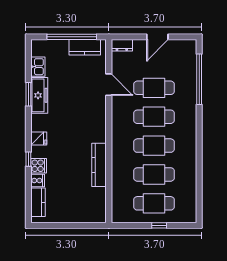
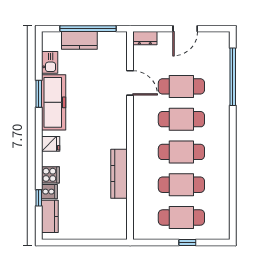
kitchen counter: (85, 47) -> (79, 40), moved
freezer: (39, 95) -> (54, 102), width x1.36, depth x1.26
window: (28, 159) -> (39, 198), moved

